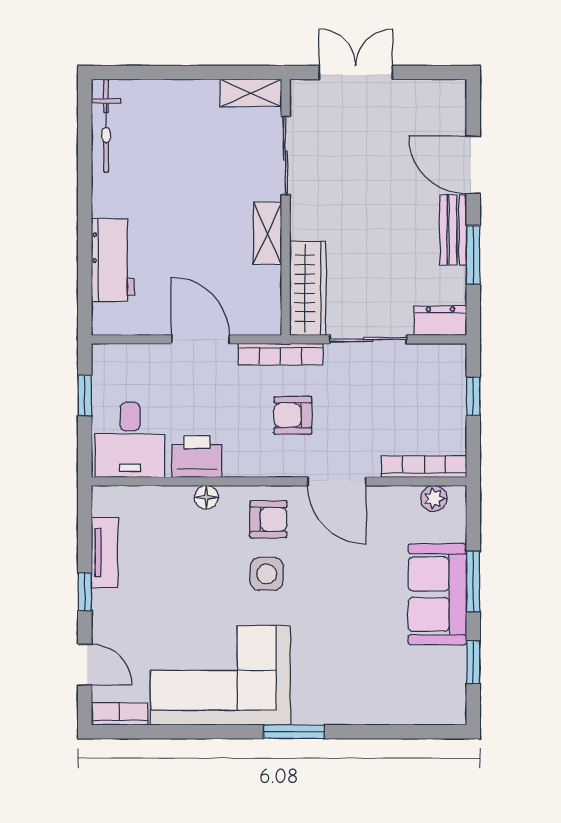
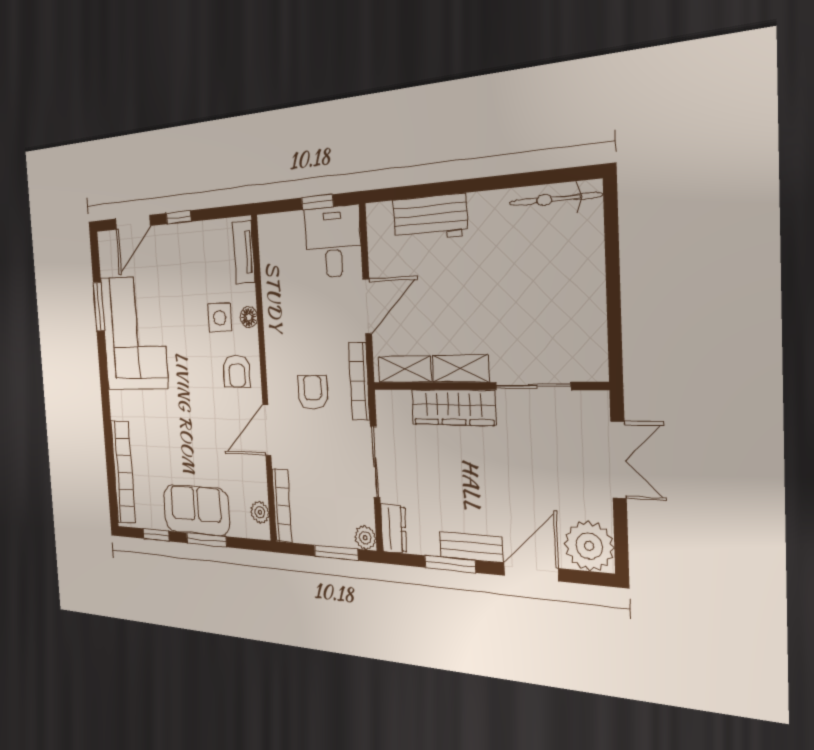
shelving: (251, 93) -> (405, 369), moved, turned 90
plant: (442, 104) -> (589, 546), added
wardrobe: (308, 288) -> (453, 407), moved
plant: (453, 357) -> (365, 538), added
window: (473, 396) -> (336, 553), width x1.50
desk: (130, 440) -> (333, 242), moved, turned 90
printer: (197, 457) -> (277, 308), removed
tv unit: (105, 553) -> (244, 252), moved, turned 90
side table: (267, 574) -> (220, 318), moved
door: (85, 665) -> (133, 222), width x1.38
bookcase: (120, 714) -> (123, 472), moved, width x2.31, depth x1.31
window: (294, 732) -> (99, 307), moved

